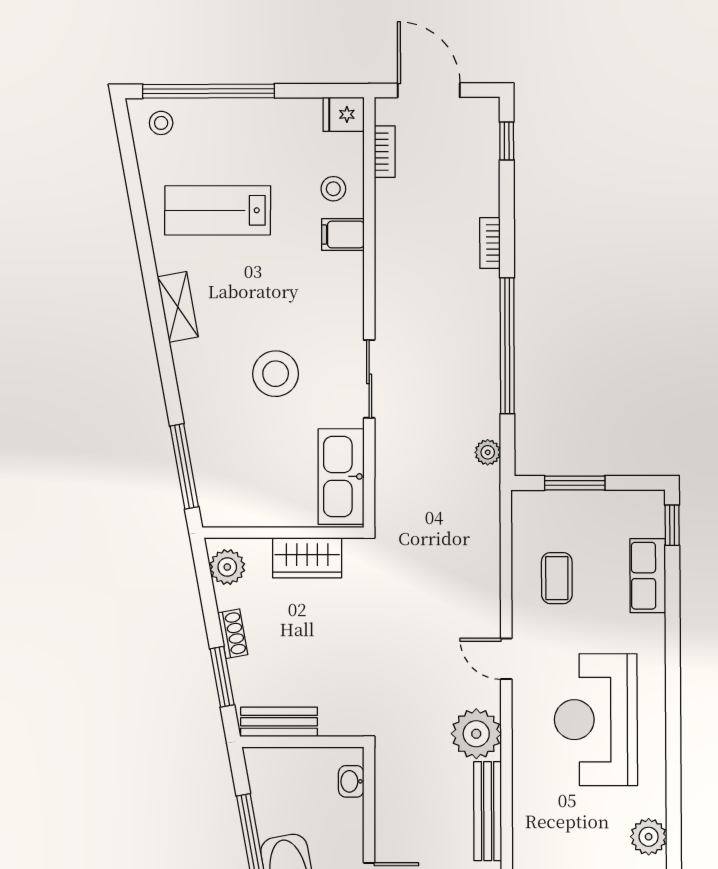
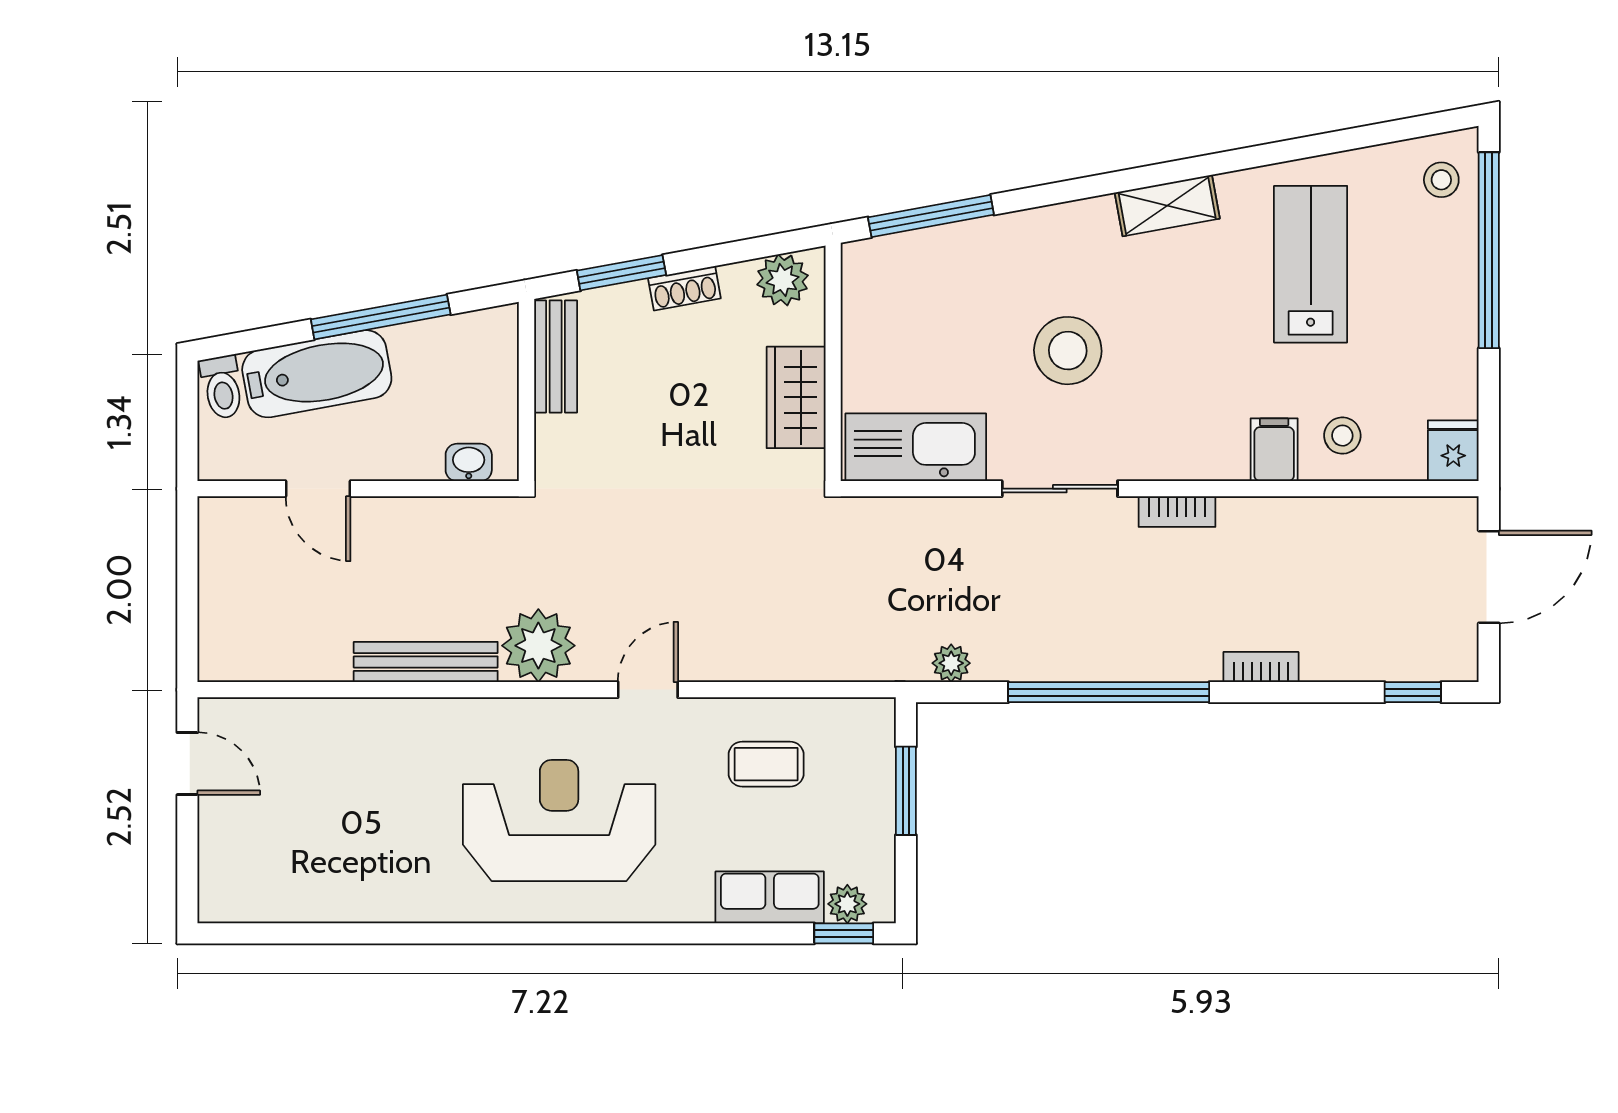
bookcase: (385, 152) -> (1177, 512), moved
plant: (649, 837) -> (847, 904), moved, width x0.73, depth x0.73

